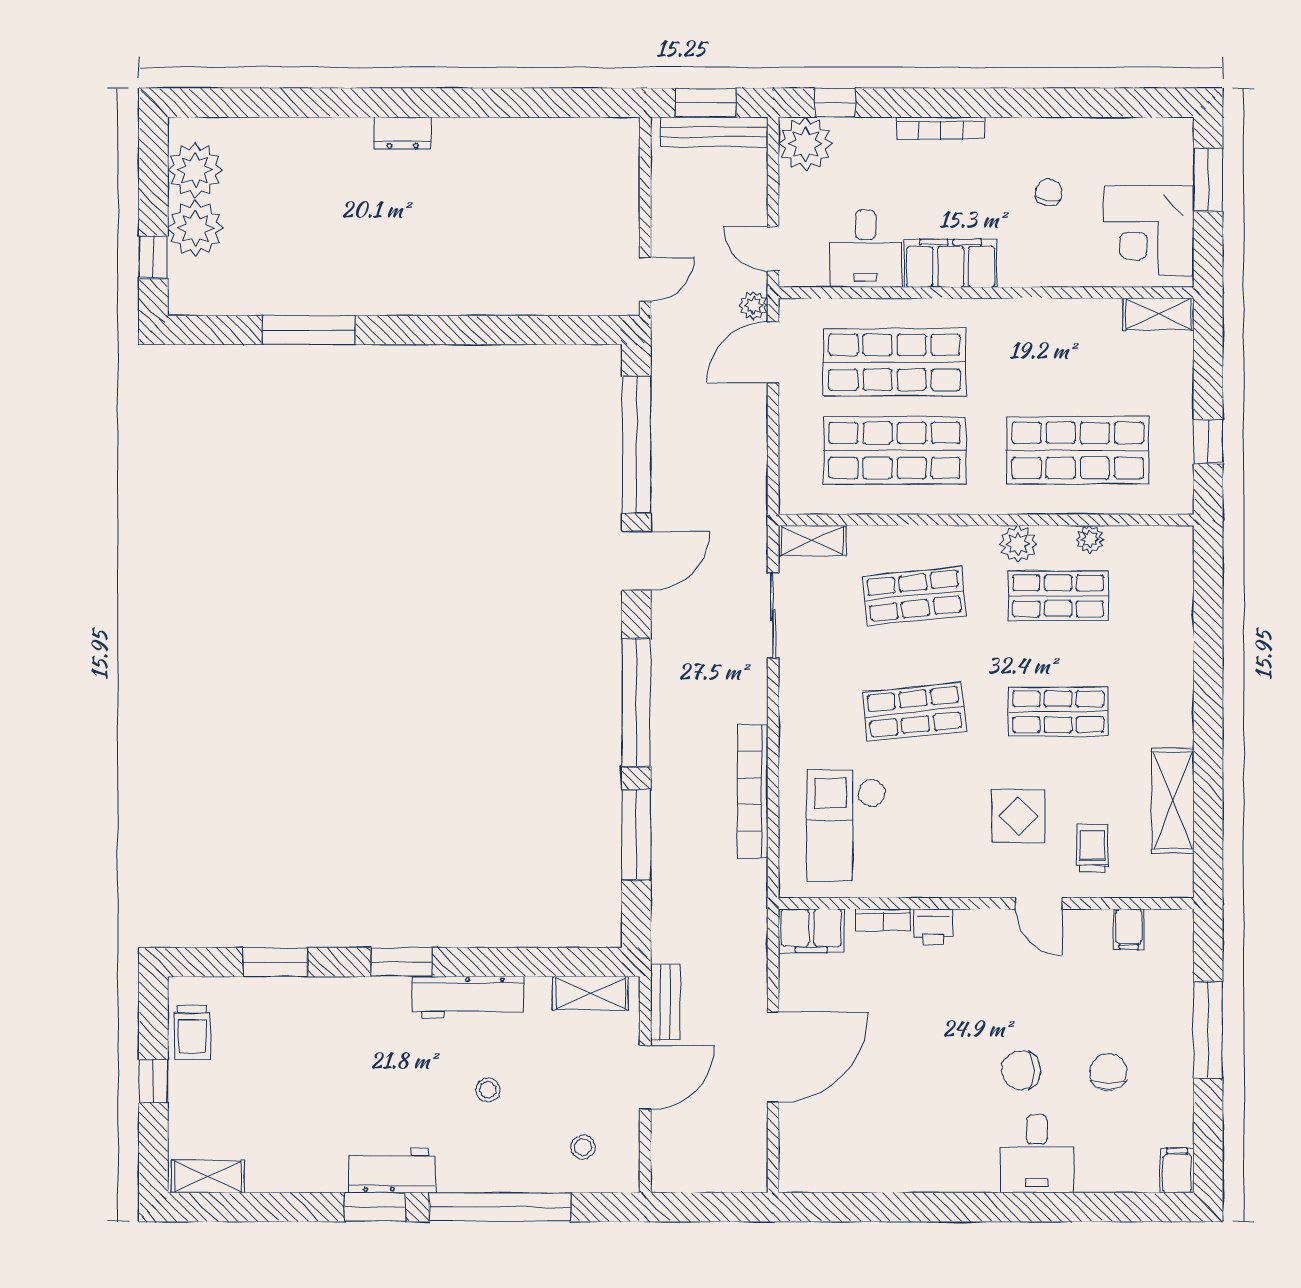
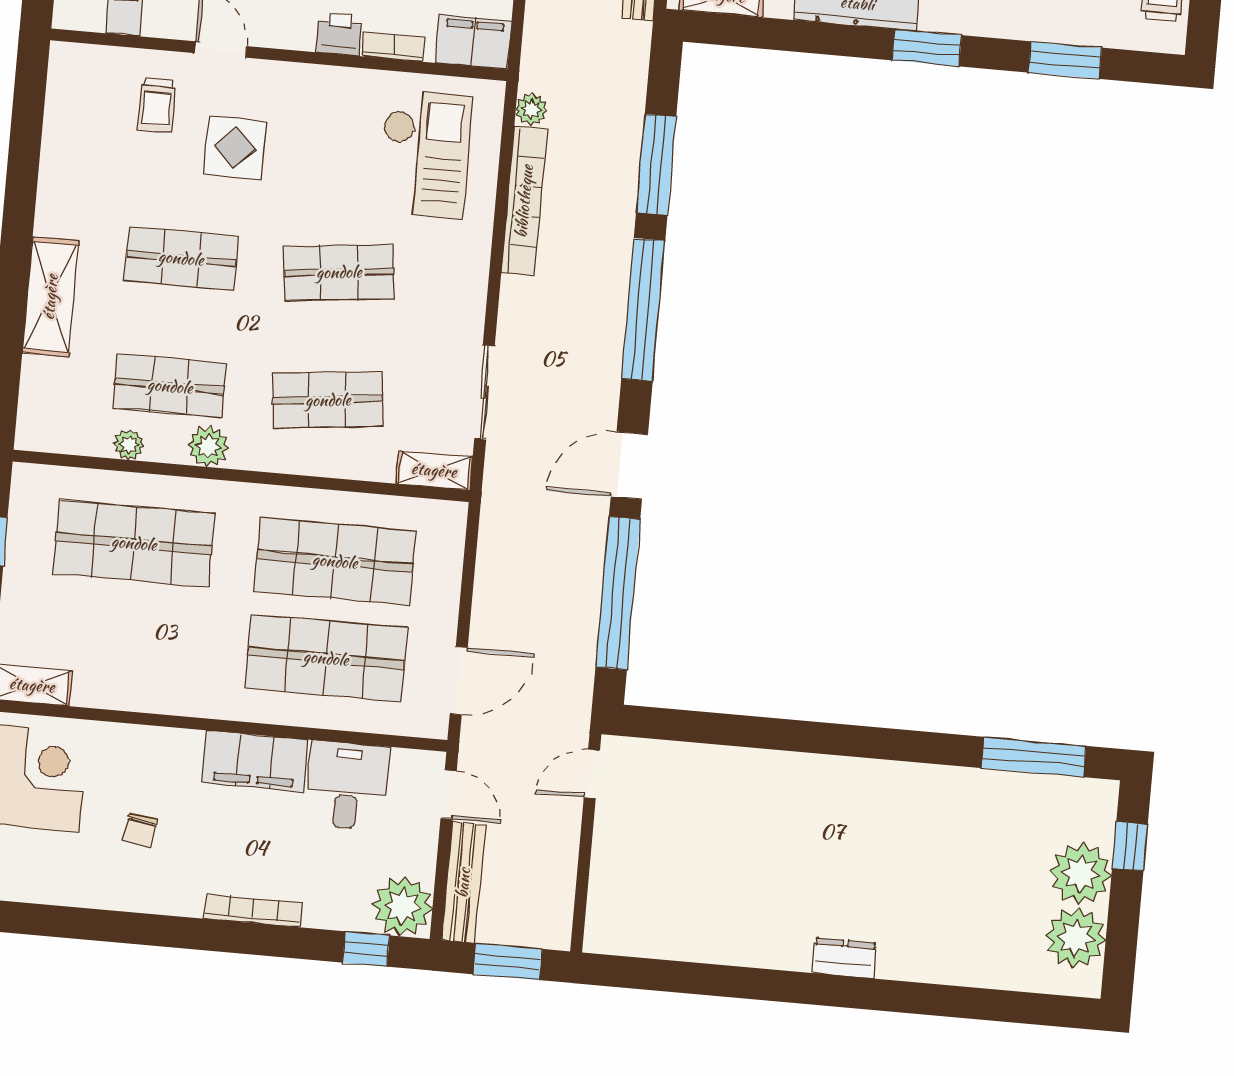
bench: (714, 132) -> (463, 883), moved, turned 90
plant: (754, 305) -> (531, 109), moved
window: (309, 330) -> (1034, 757), moved
shelving: (1173, 801) -> (50, 297), moved

